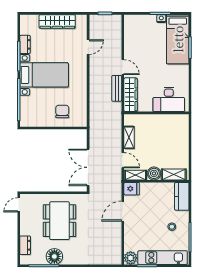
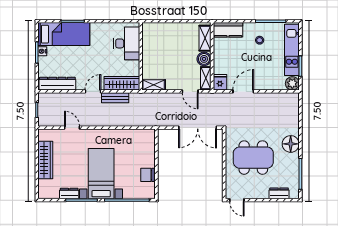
dresser: (130, 33) -> (57, 84), added
chair: (62, 111) -> (147, 175), moved
shelving: (129, 137) -> (154, 85), moved
door: (123, 160) -> (190, 91), swing flipped
door: (123, 211) -> (243, 91), swing flipped
floor lamp: (54, 256) -> (291, 144), moved

